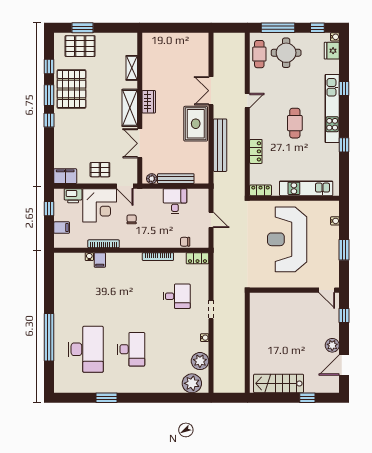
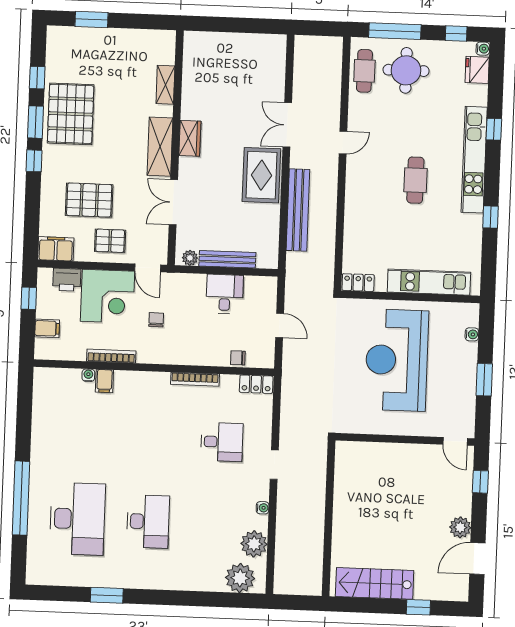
pallet: (80, 46) -> (89, 200), moved
locker: (256, 151) -> (353, 222), removed

